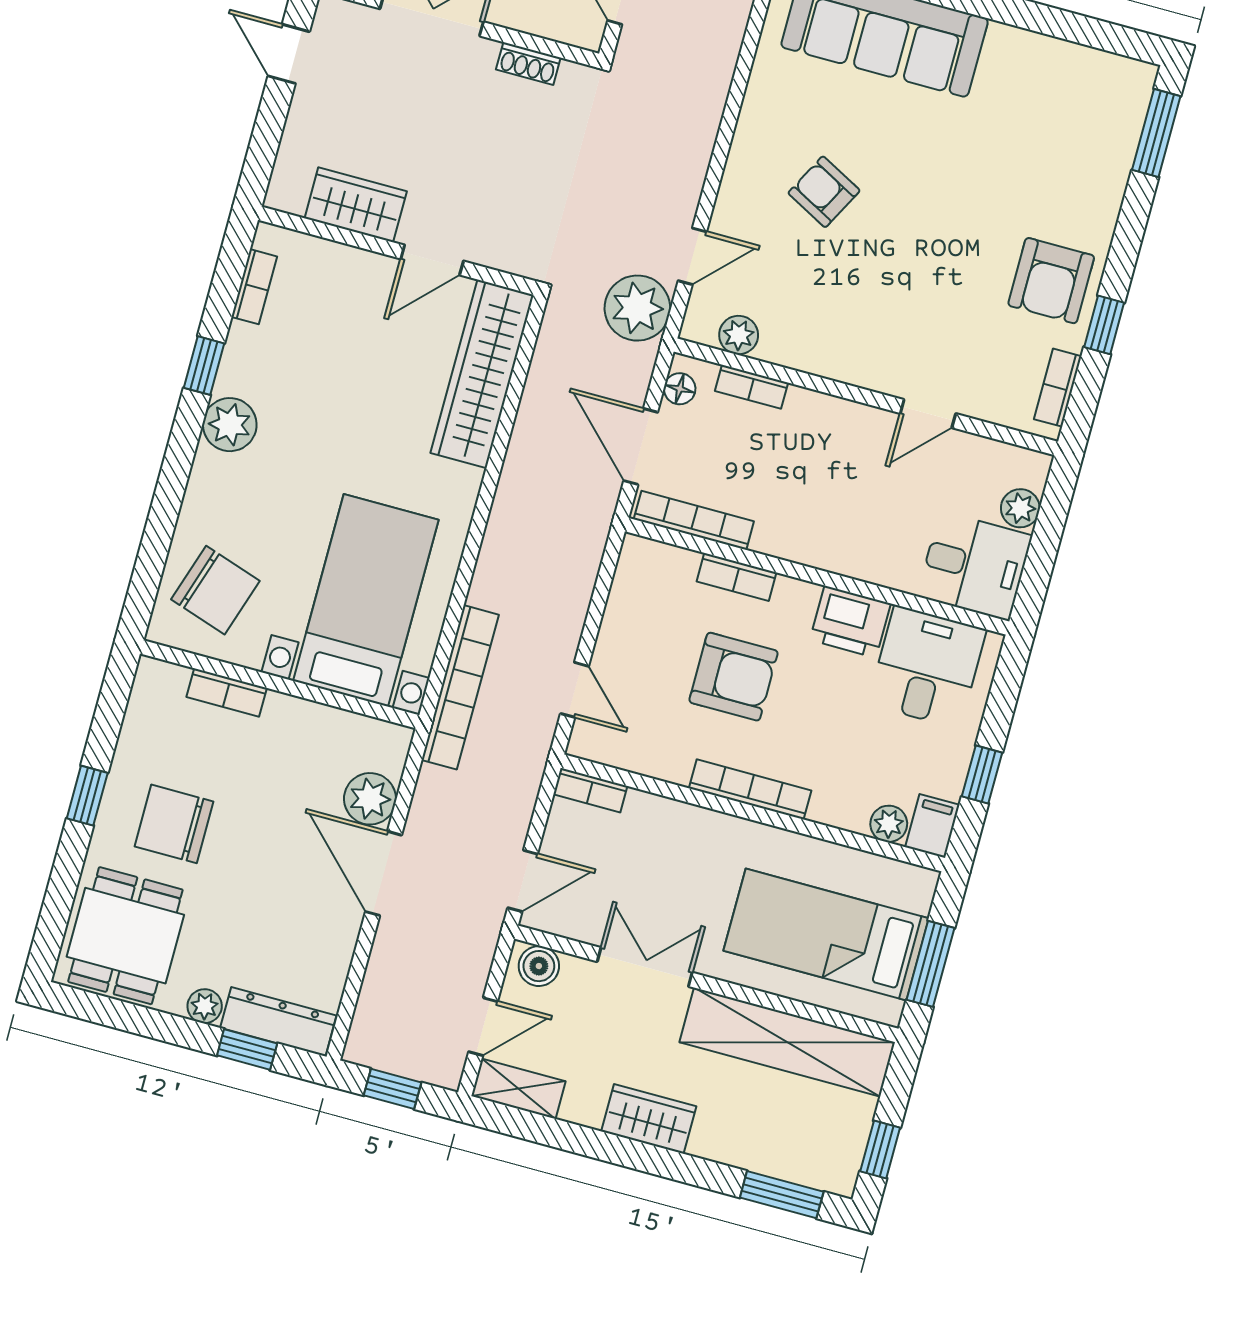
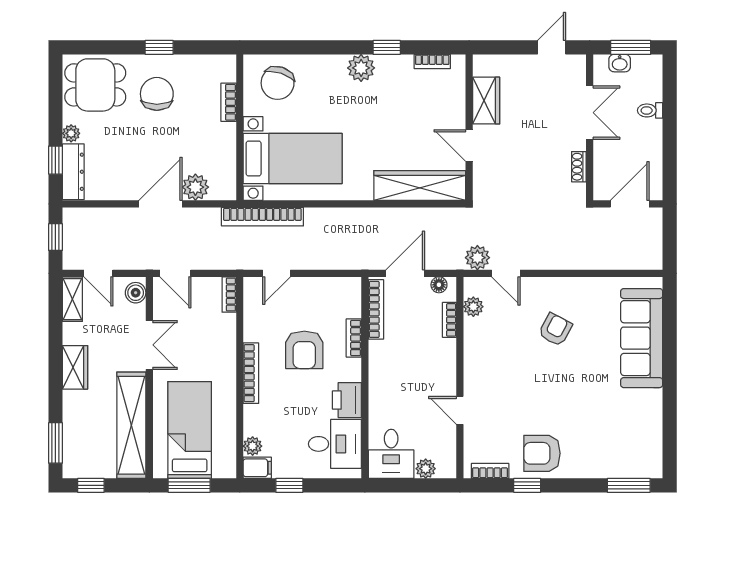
plant: (637, 308) -> (477, 258), width x0.73, depth x0.73

